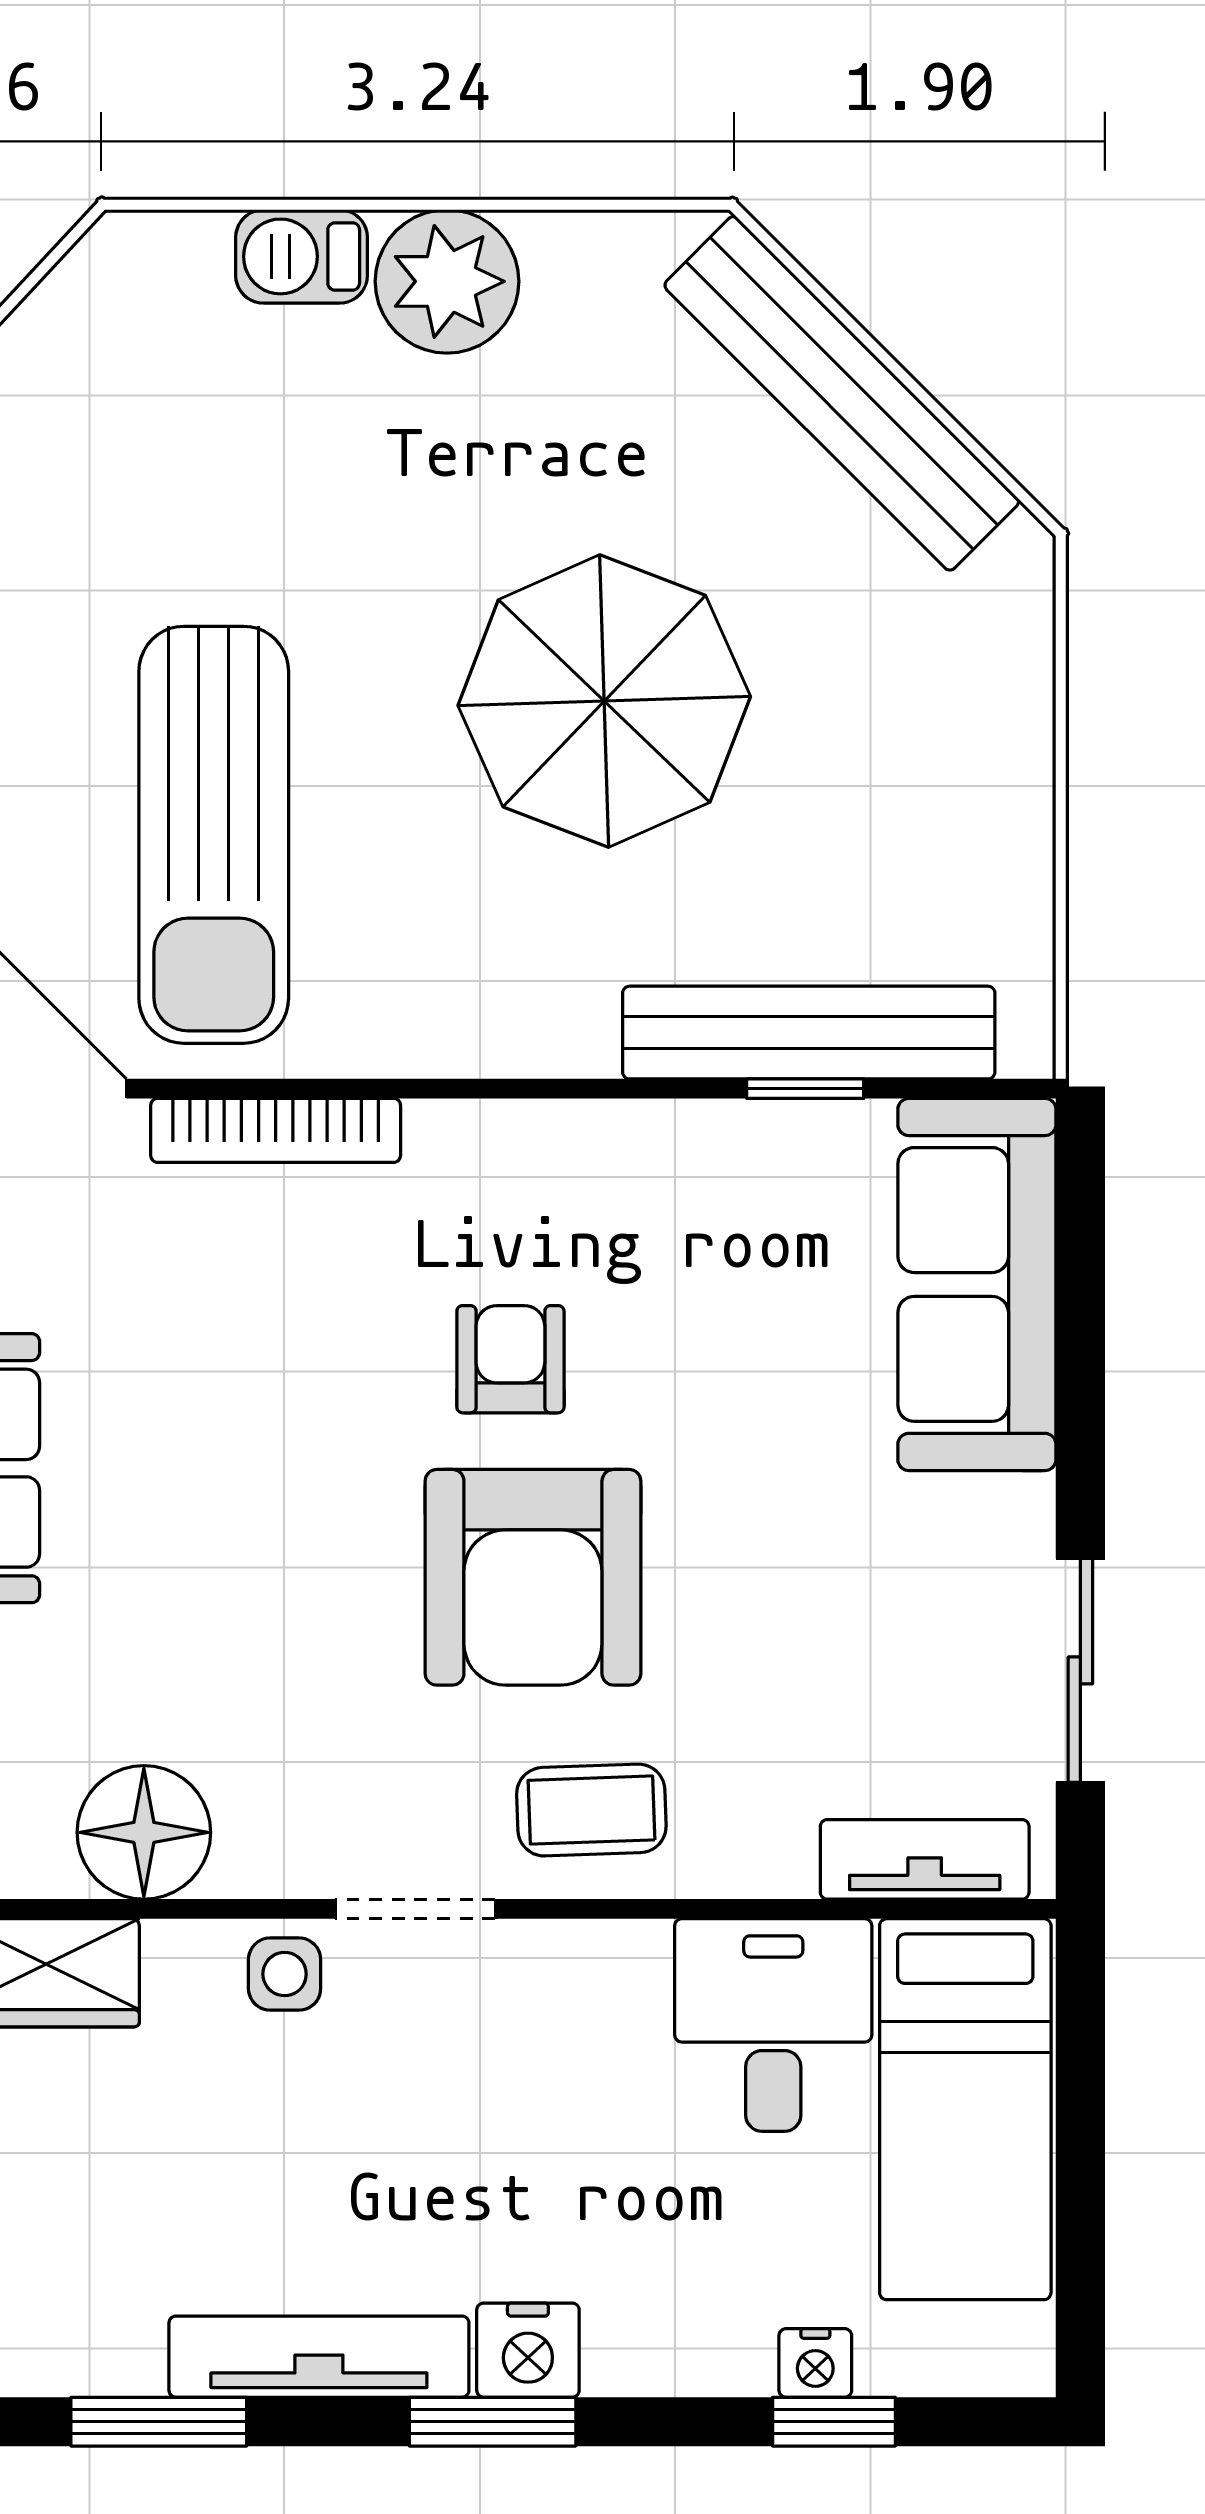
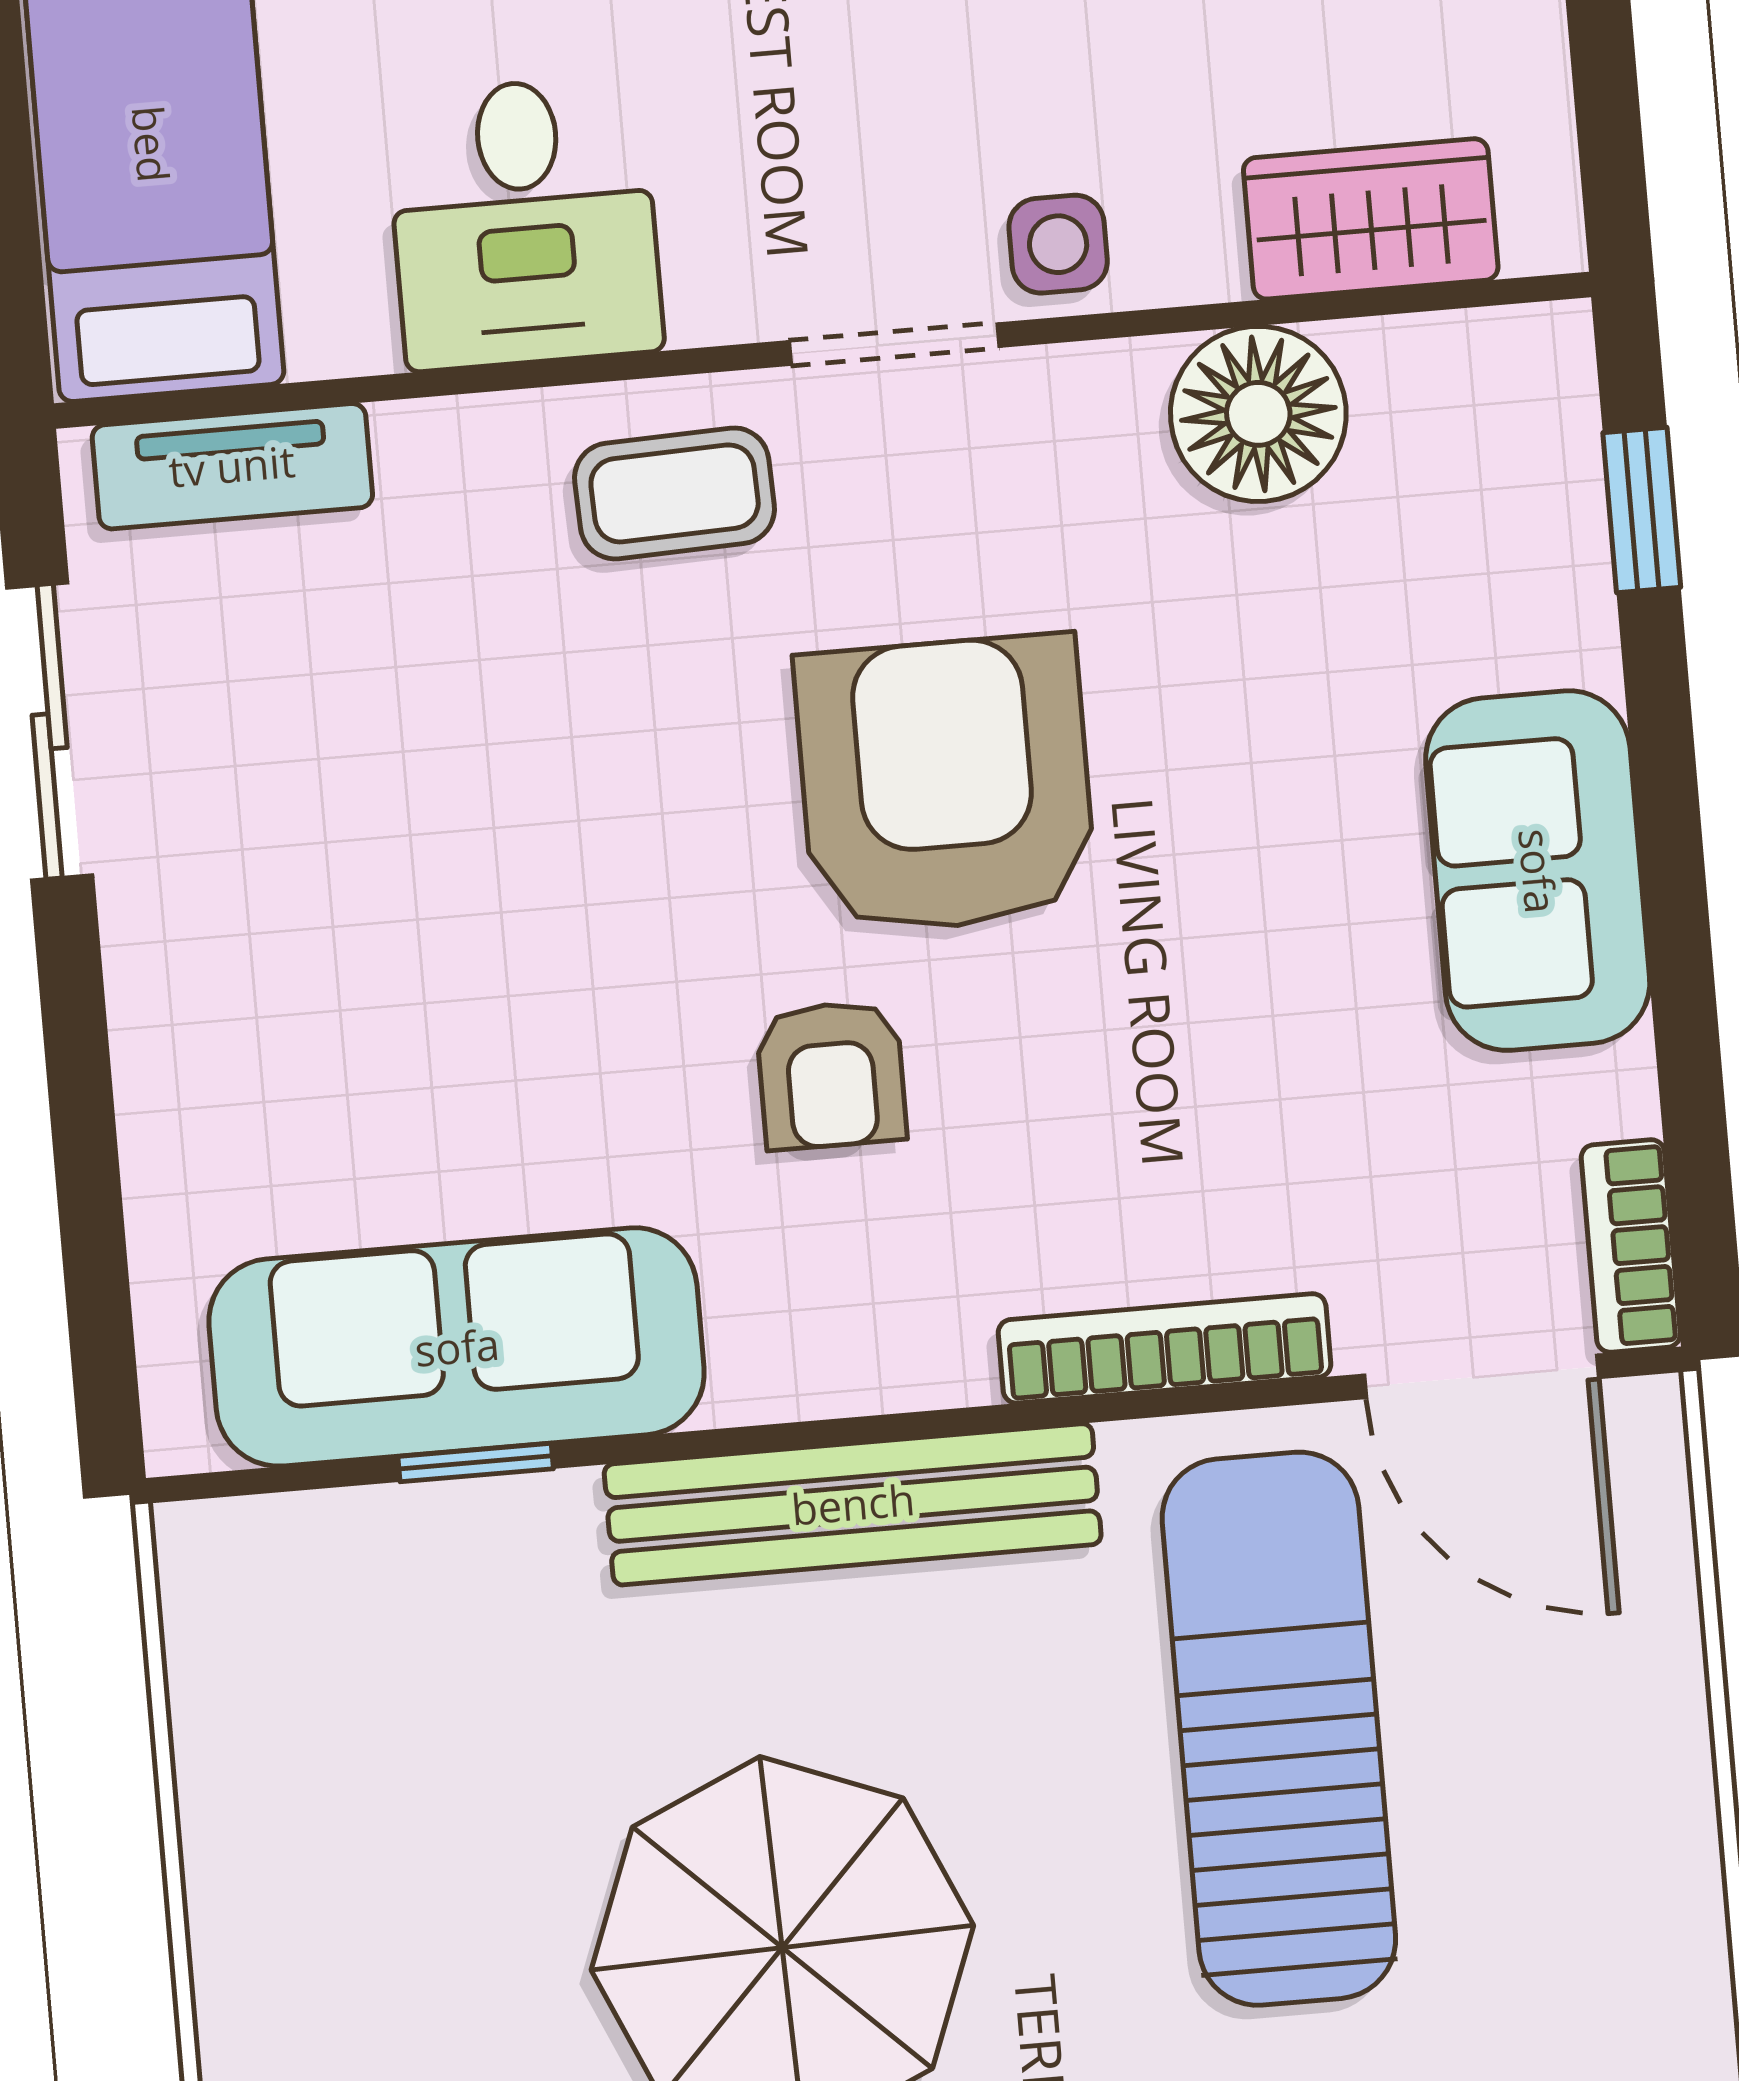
bench: (809, 1033) -> (853, 1504), moved
sofa: (977, 1284) -> (457, 1347), moved, turned -90
armchair: (533, 1577) -> (945, 784), moved
desk: (773, 2025) -> (524, 223), moved

